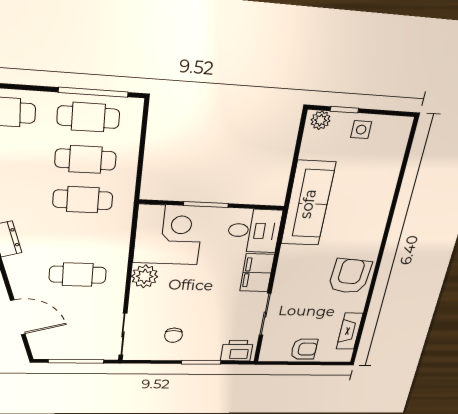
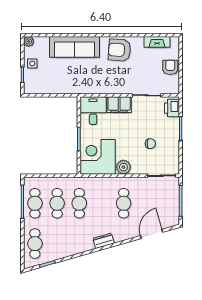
plant: (321, 120) -> (29, 41), moved
sofa: (308, 204) -> (74, 47), moved, turned 180
chair: (173, 335) -> (150, 144), moved

